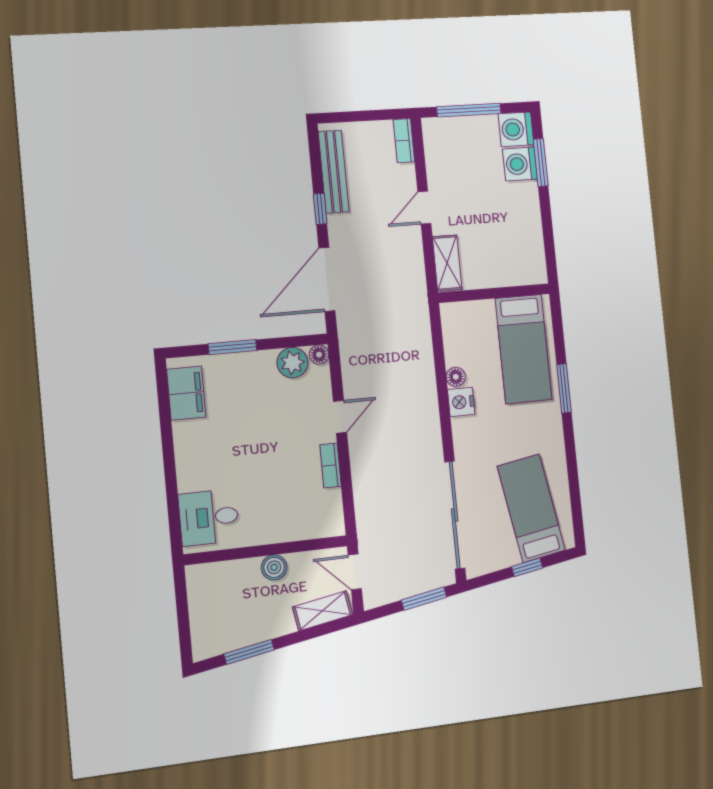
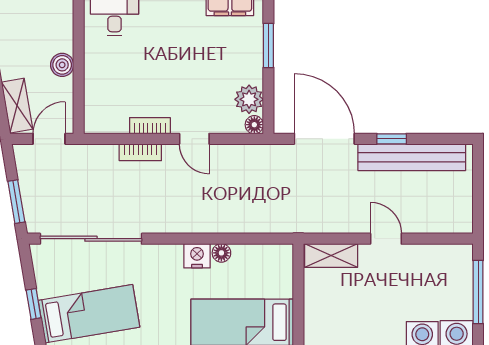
bookcase: (404, 141) -> (140, 152), moved, turned 180
bench: (334, 172) -> (412, 157), width x1.37, depth x1.21

